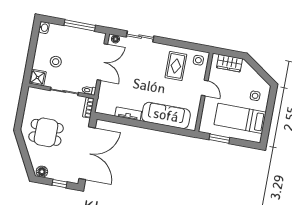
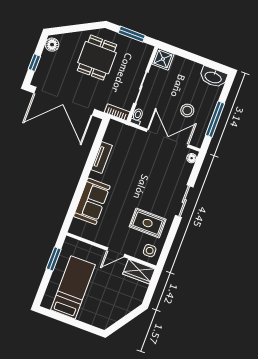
washbasin: (44, 28) -> (213, 77), width x1.91, depth x1.45
sliding door: (140, 37) -> (184, 201), moved
stool: (56, 62) -> (187, 110), moved
double door: (102, 62) -> (167, 138), swing flipped
wardrobe: (229, 63) -> (139, 271), moved, turned -90
side table: (255, 96) -> (96, 309), removed
window: (21, 107) -> (132, 34), added
sofa: (166, 115) -> (92, 201), width x0.73

